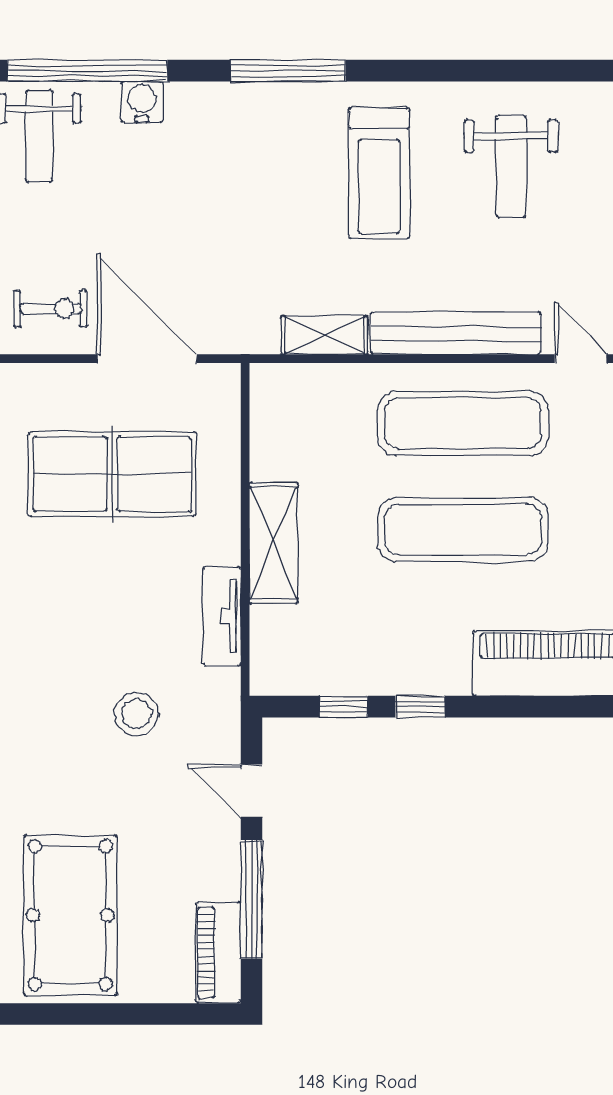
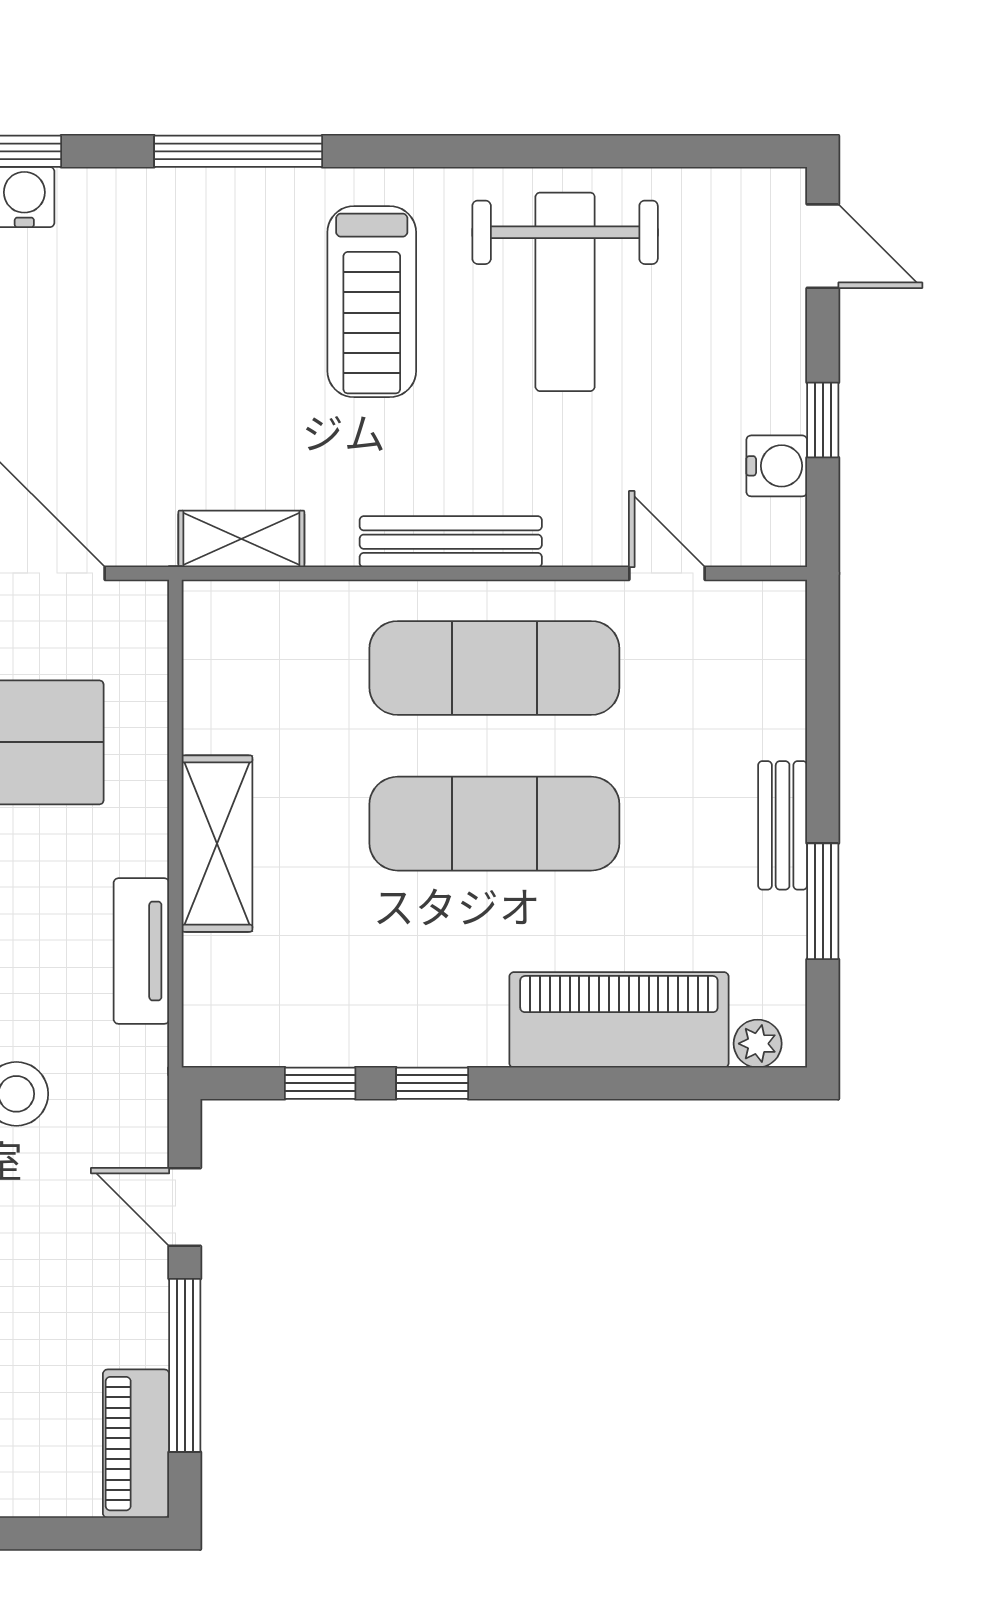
weight bench: (511, 166) -> (565, 292), width x1.36, depth x1.33
bench: (456, 333) -> (451, 542), width x0.73, depth x0.82
shelving: (324, 335) -> (241, 539), moved

